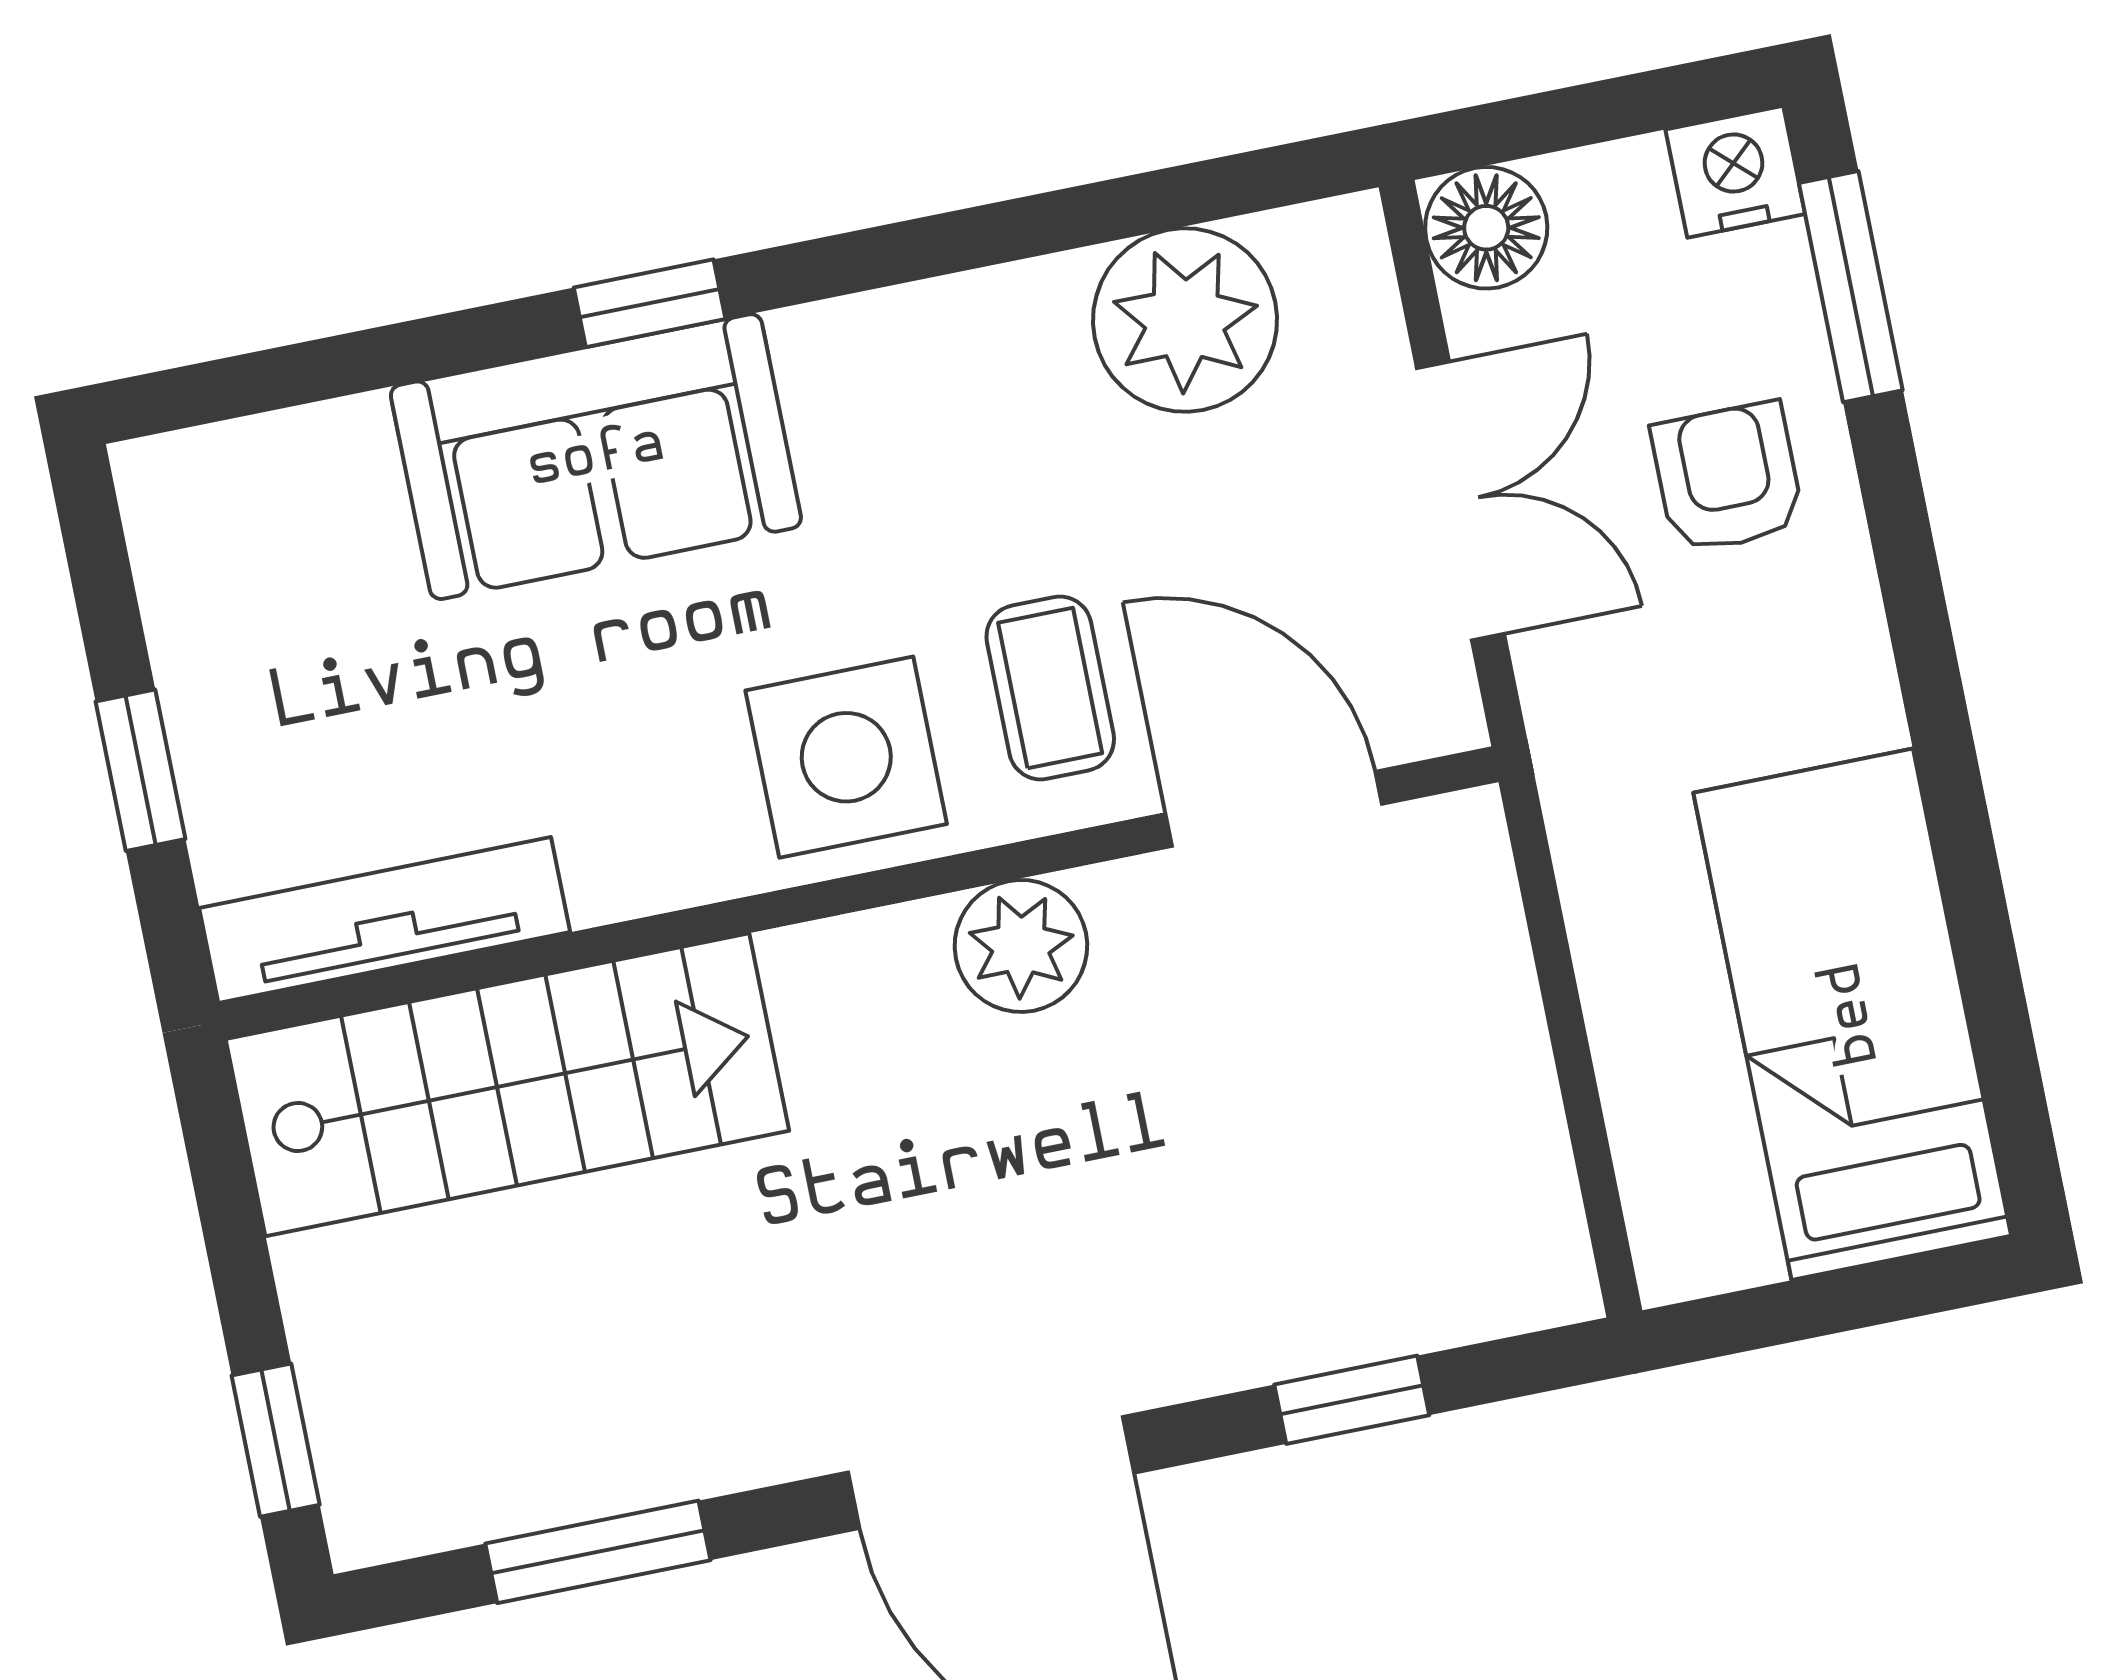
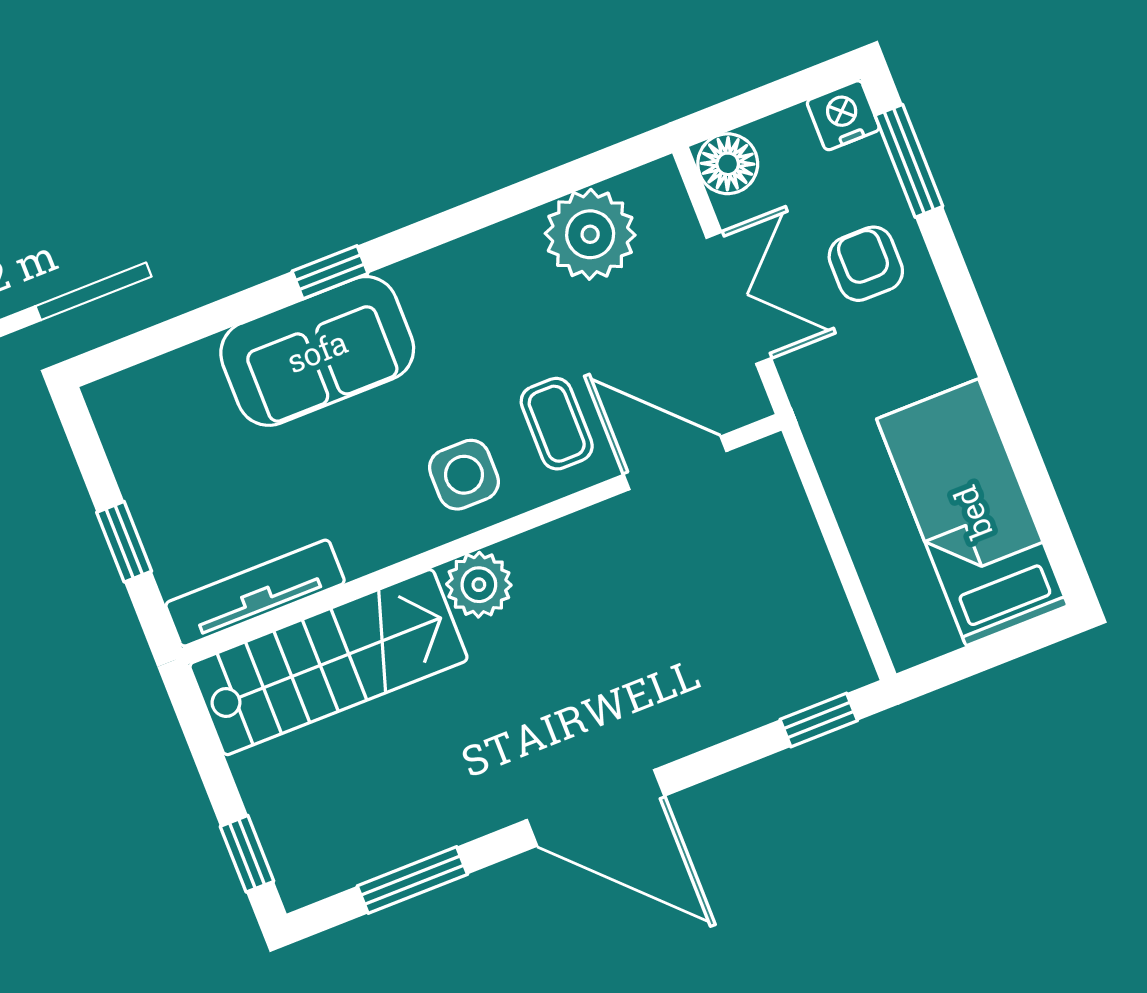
side table: (846, 757) -> (464, 475), width x0.73, depth x0.73
plant: (1021, 946) -> (479, 585), moved
window: (1352, 1400) -> (819, 720), moved

